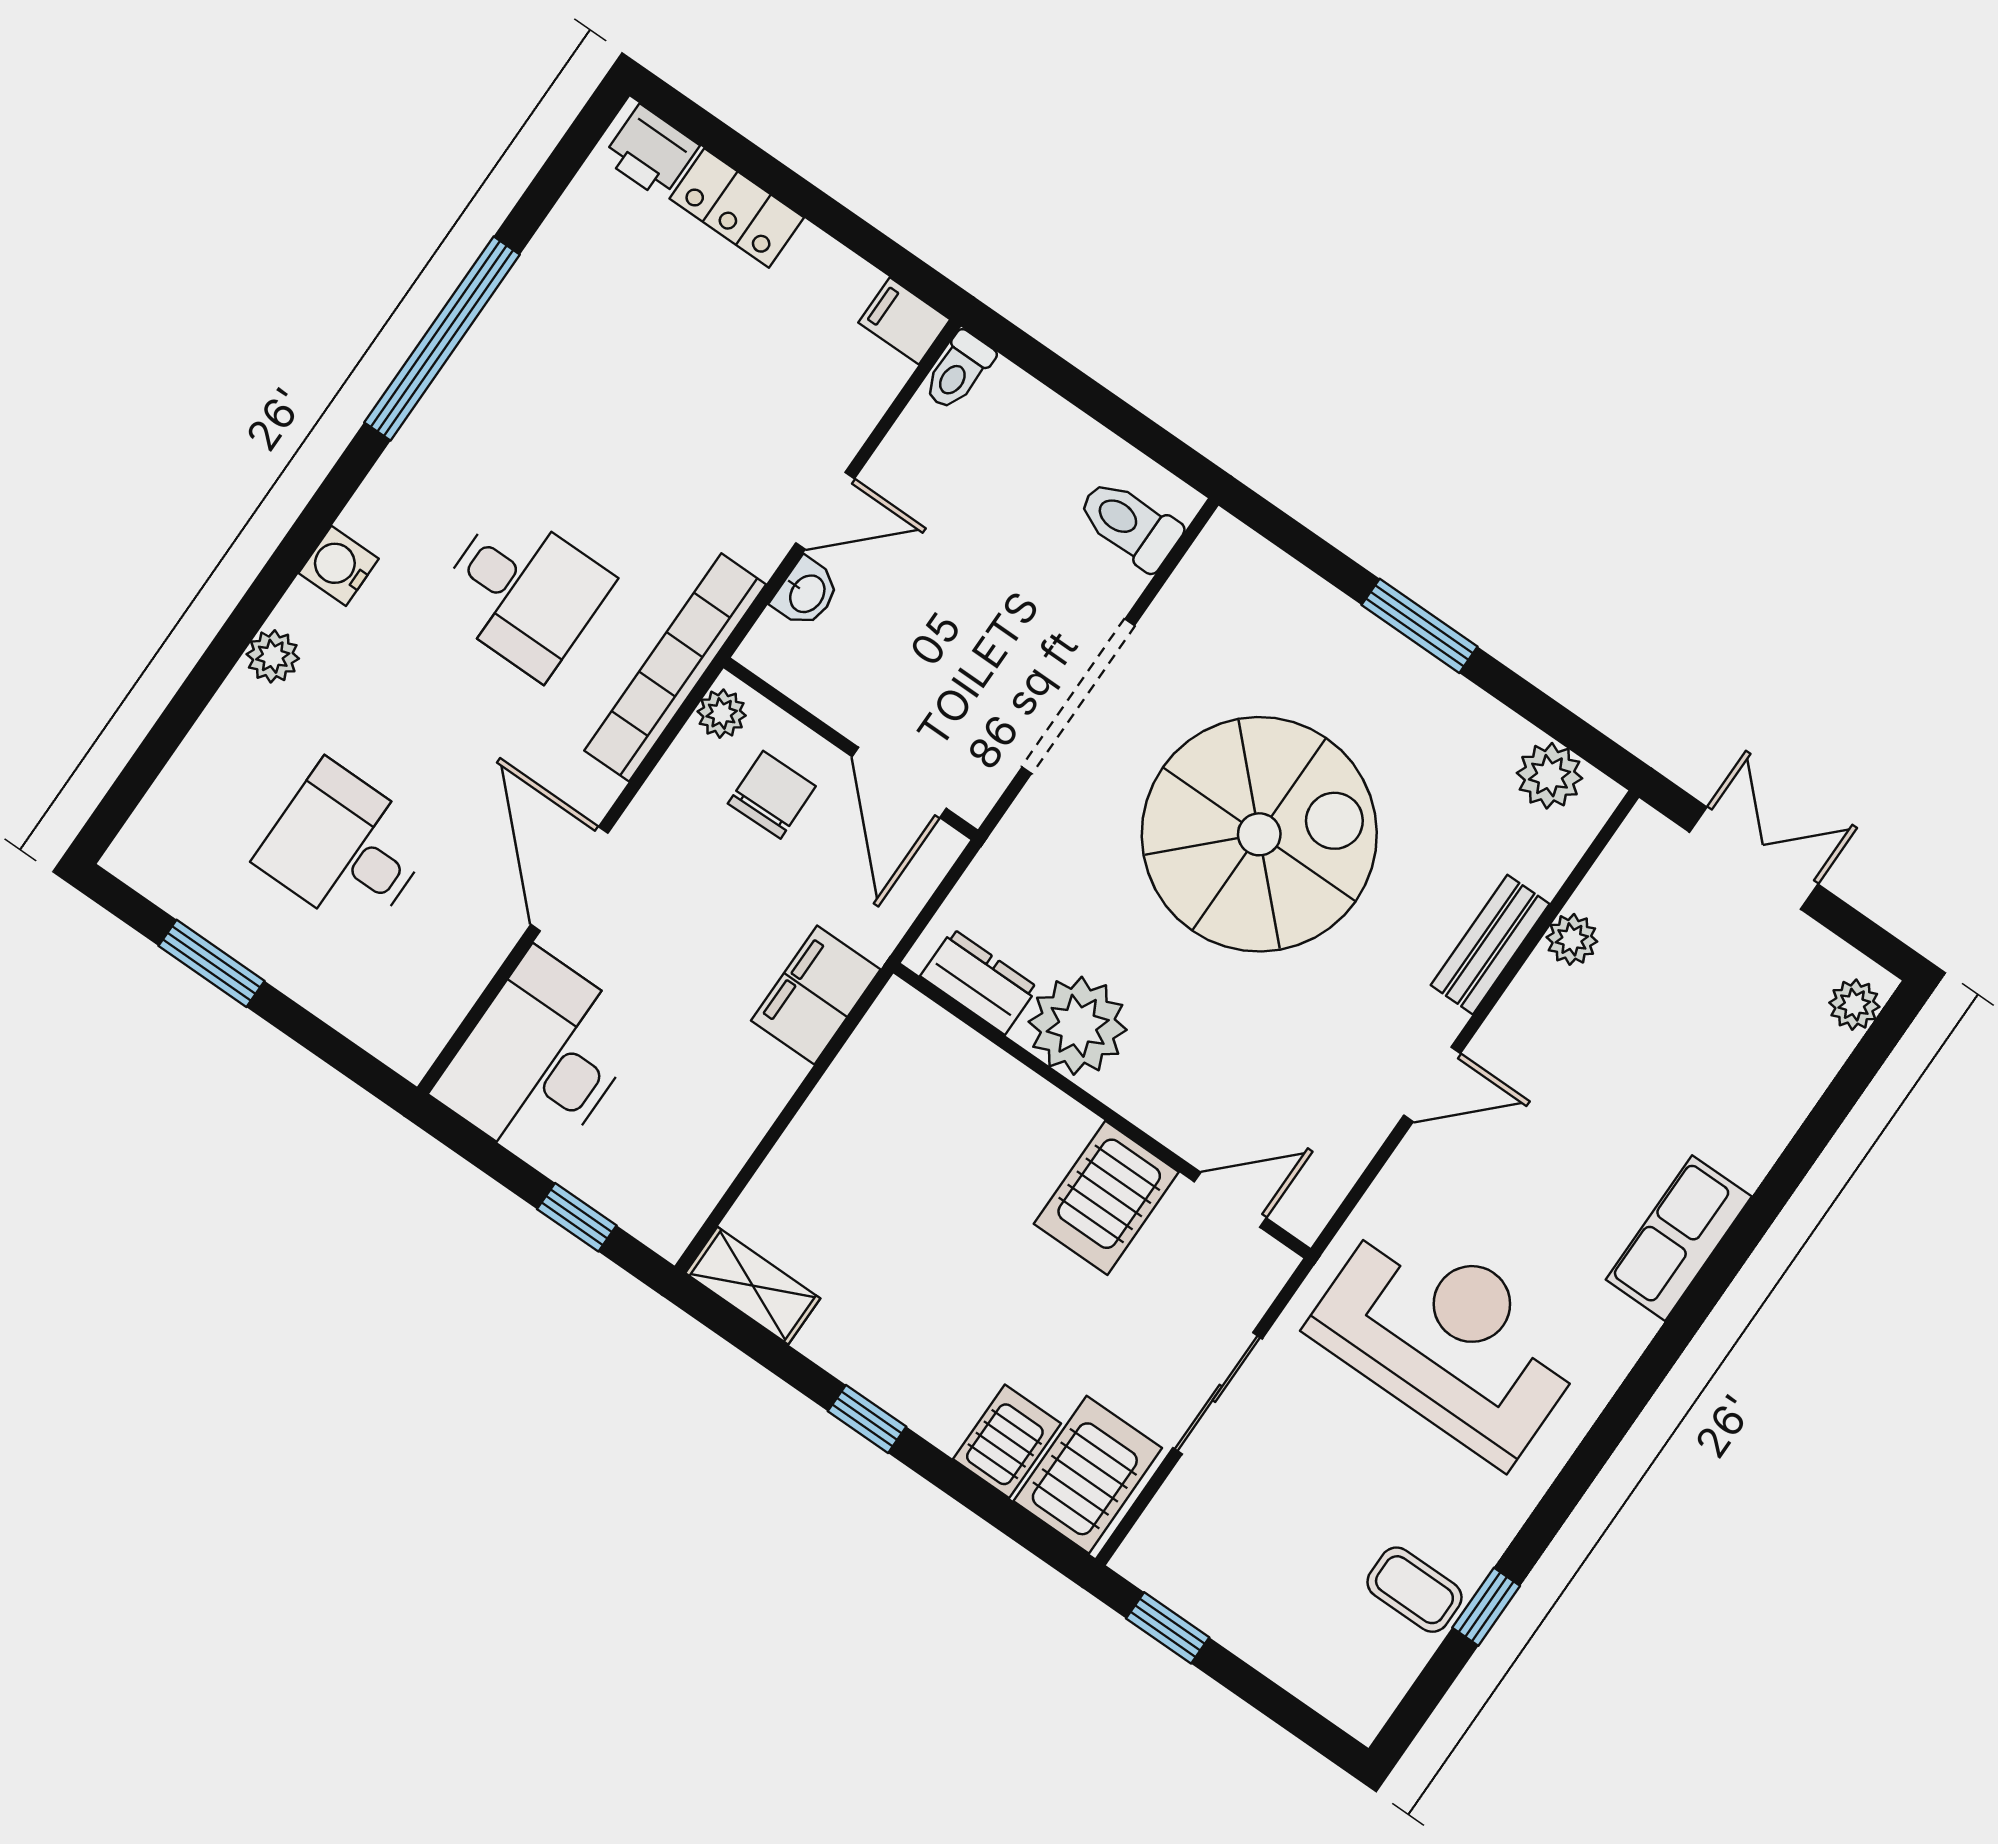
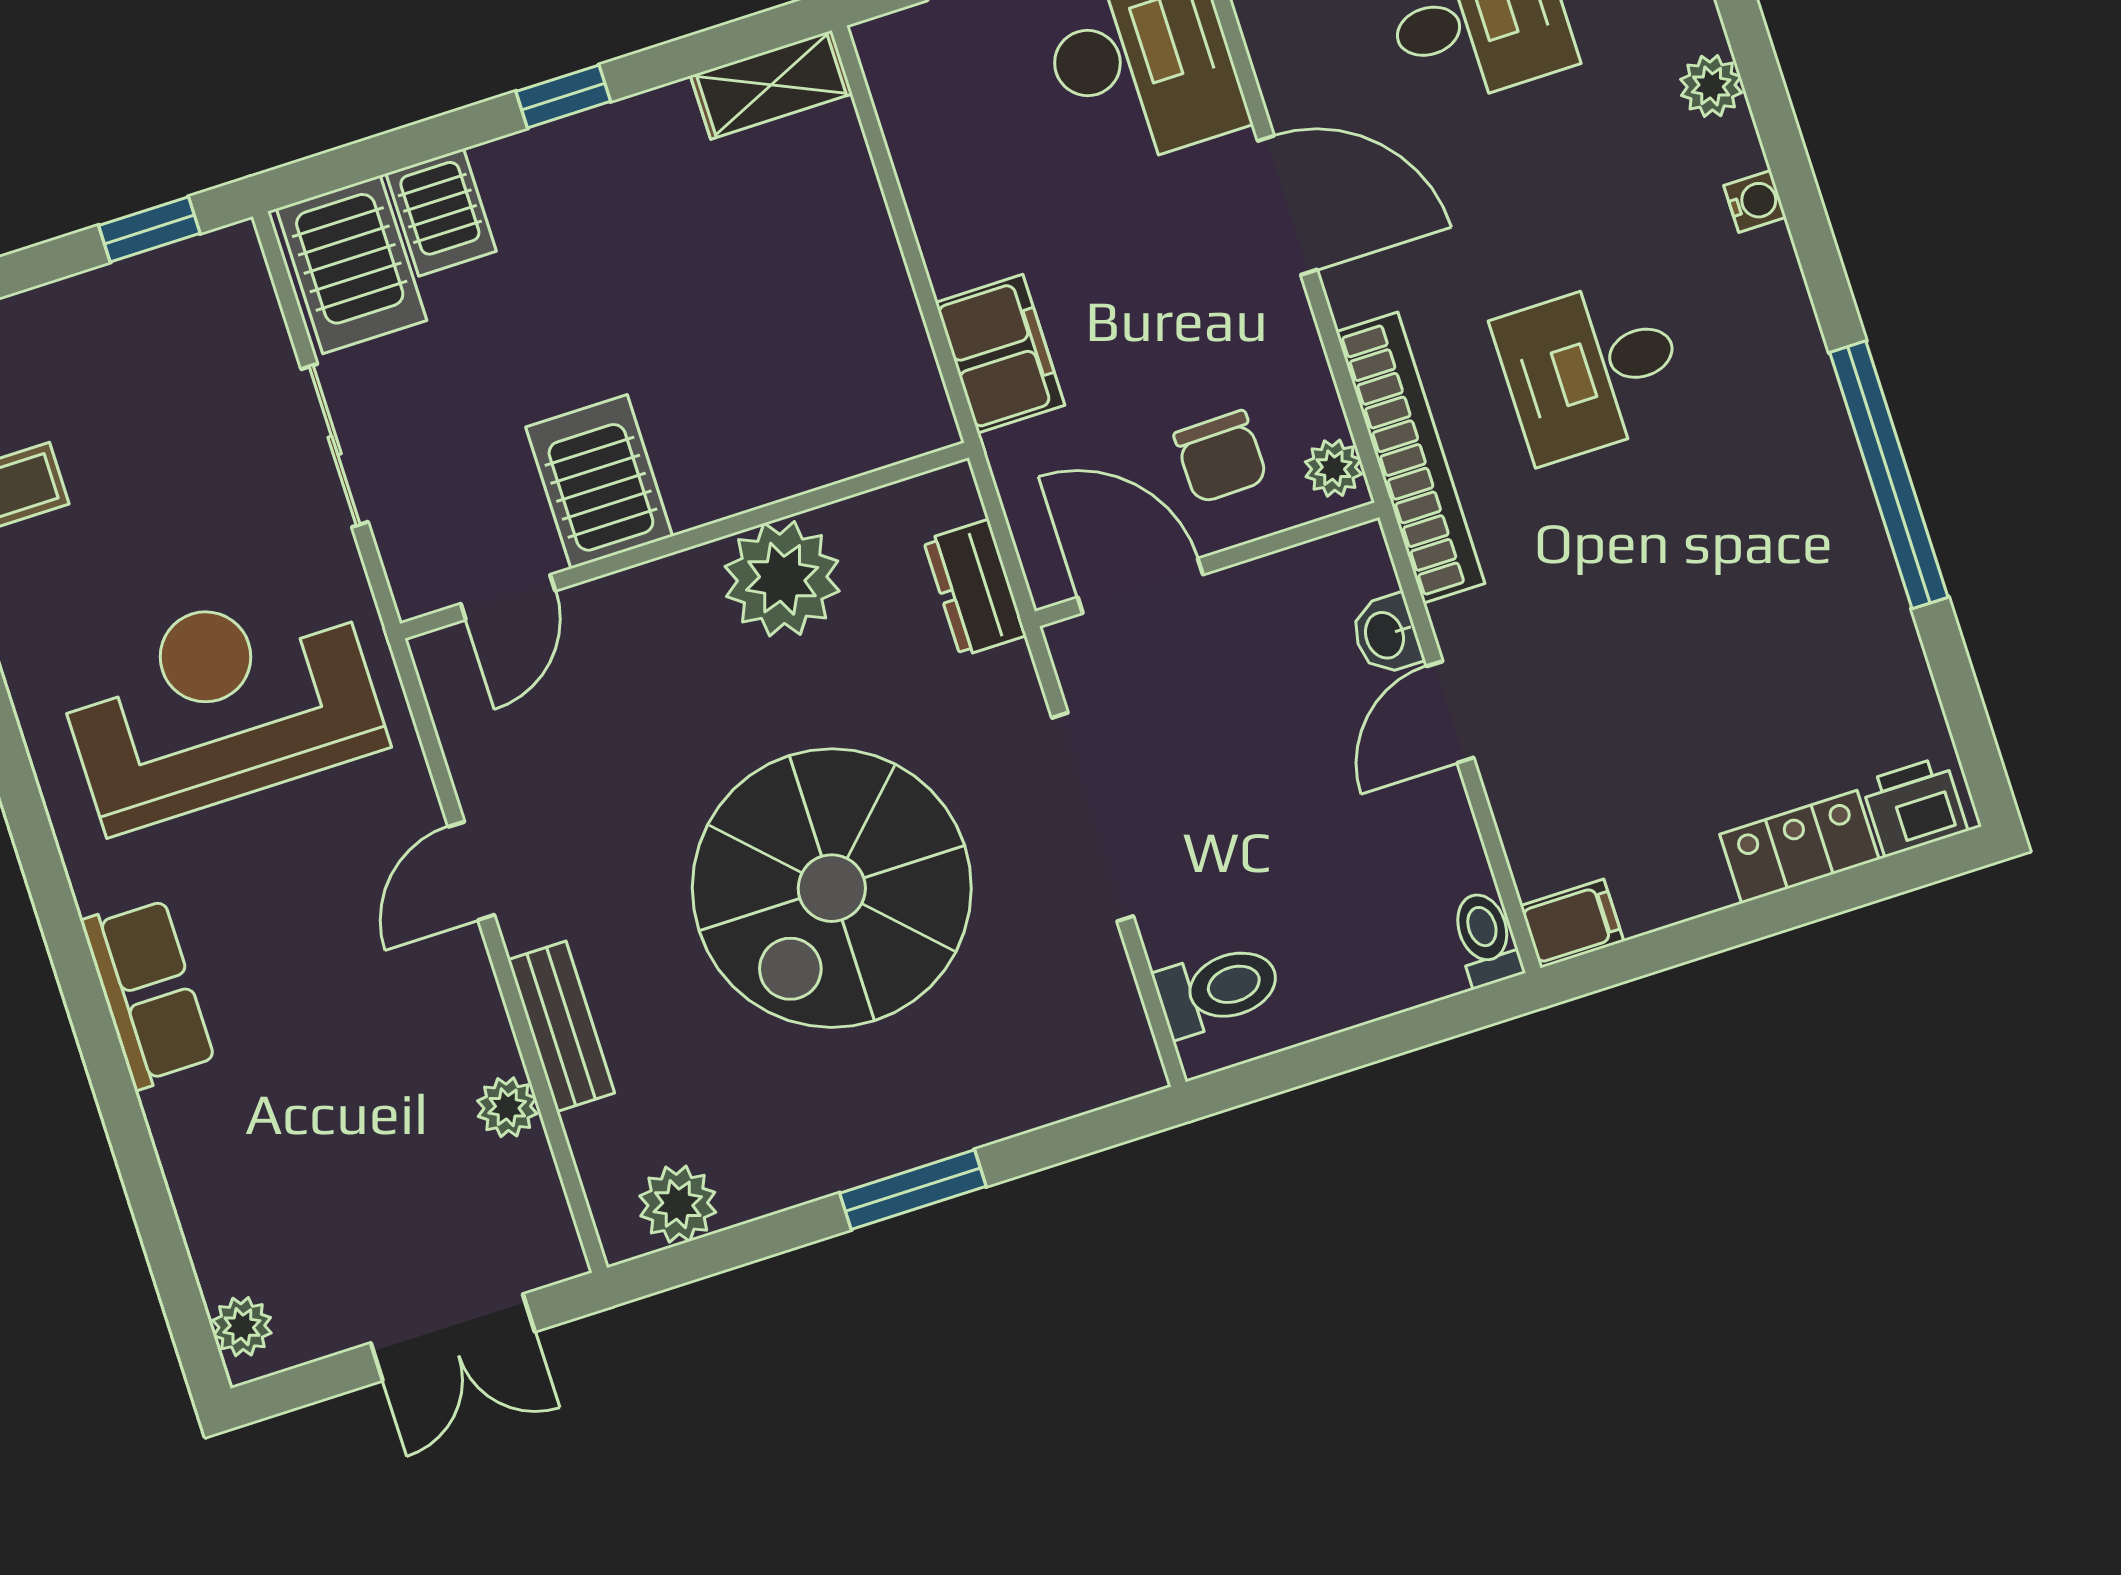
water cooler: (339, 566) -> (1755, 201), width x0.72, depth x0.72
dresser: (979, 982) -> (975, 588), moved, turned 90
reception desk: (1448, 1338) -> (220, 703), turned 180

